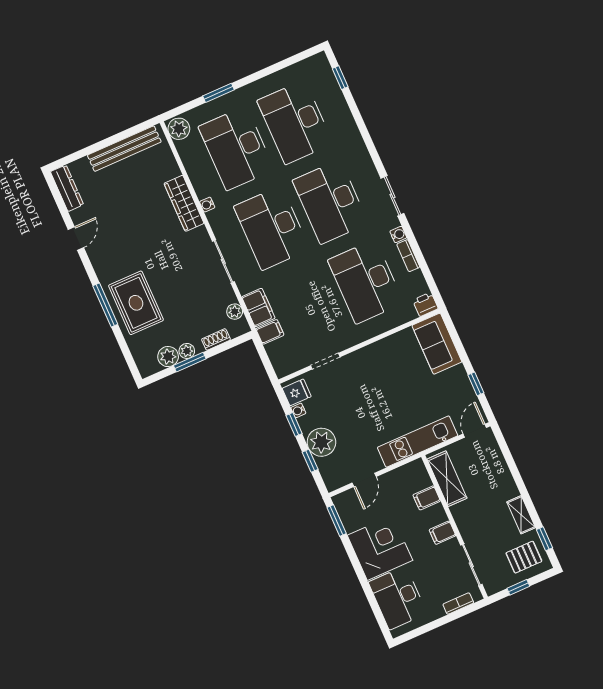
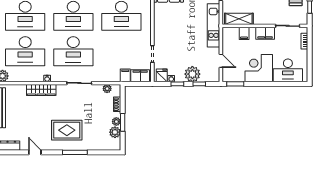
rug: (136, 303) -> (67, 130), moved
filing cabinet: (258, 307) -> (140, 76), moved
filing cabinet: (442, 533) -> (265, 33), width x2.00

